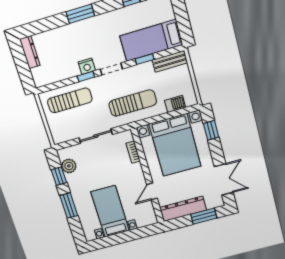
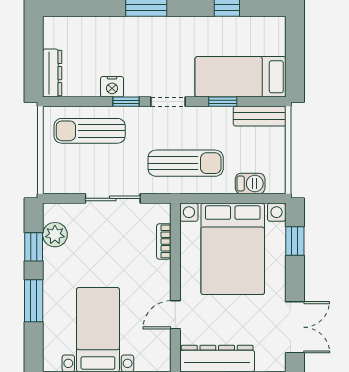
dresser: (30, 52) -> (52, 73), moved
nightstand: (87, 66) -> (112, 87), moved
sun lounger: (70, 100) -> (90, 131), turned 180

